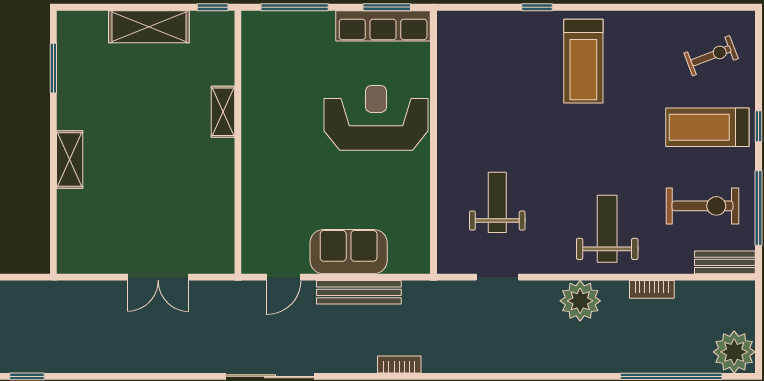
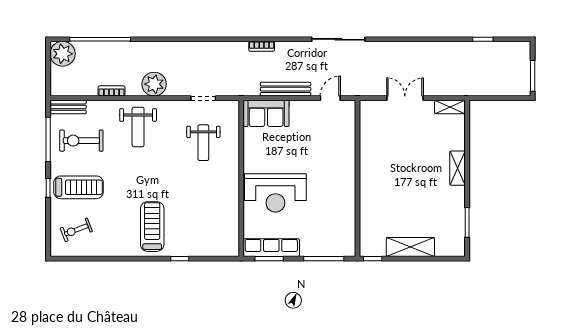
shelving: (223, 112) -> (450, 107), moved, turned 90
sofa: (349, 252) -> (266, 113), moved

